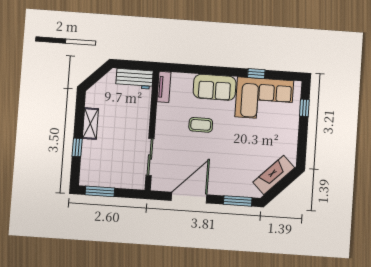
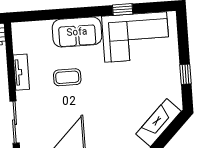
tv unit: (164, 87) -> (21, 72), moved
window: (304, 108) -> (185, 74), moved

